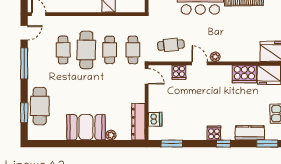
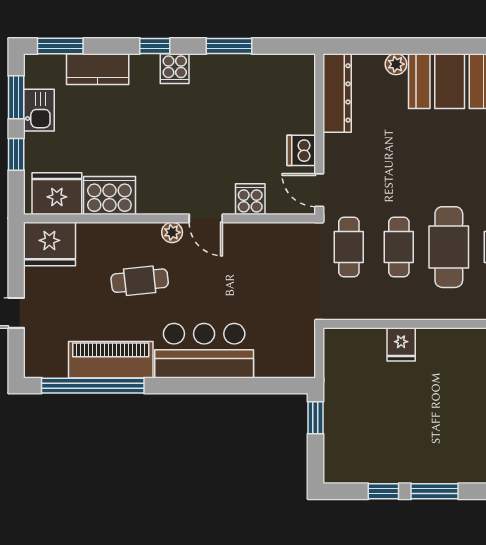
cafe table: (171, 45) -> (140, 281), moved
dishwasher: (155, 119) -> (301, 150), moved
window: (172, 144) -> (229, 46), moved

